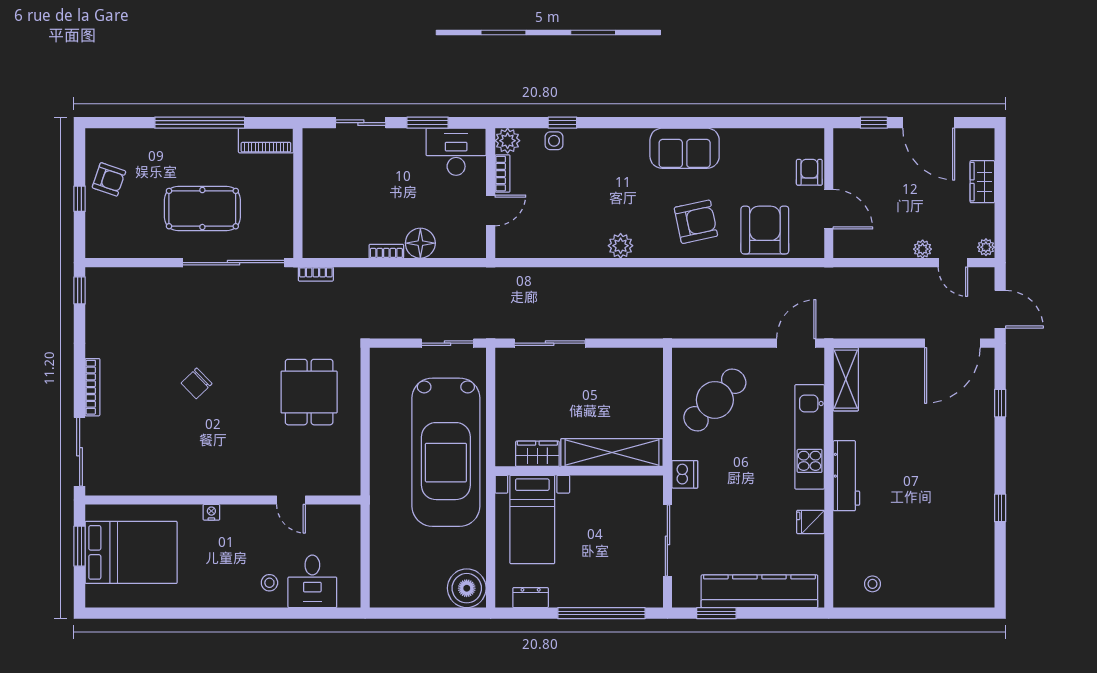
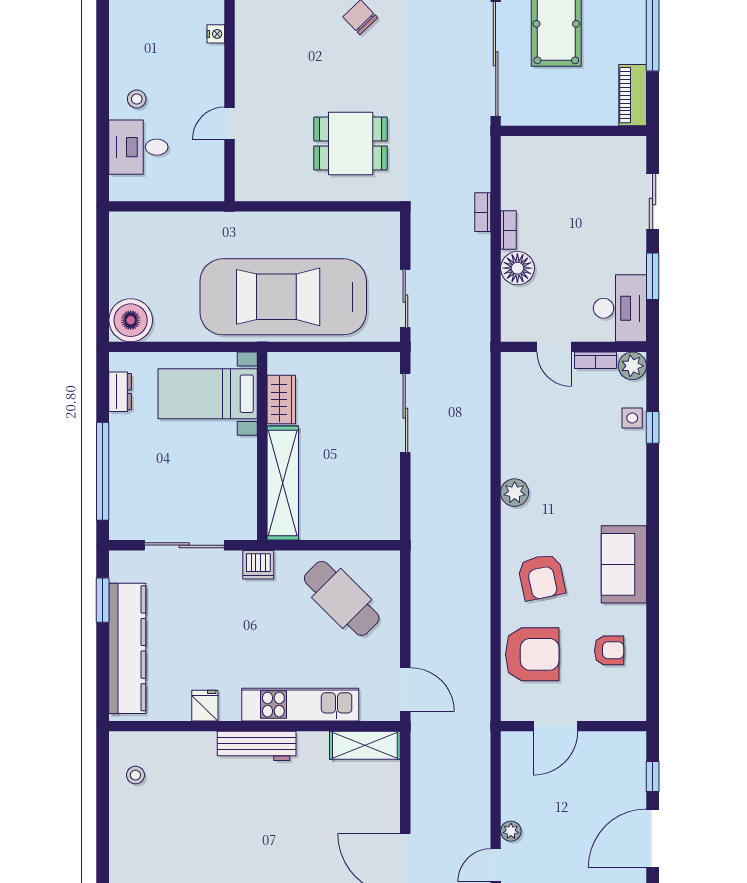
armchair: (809, 172) -> (609, 650), moved
bookcase: (316, 274) -> (483, 212), moved

